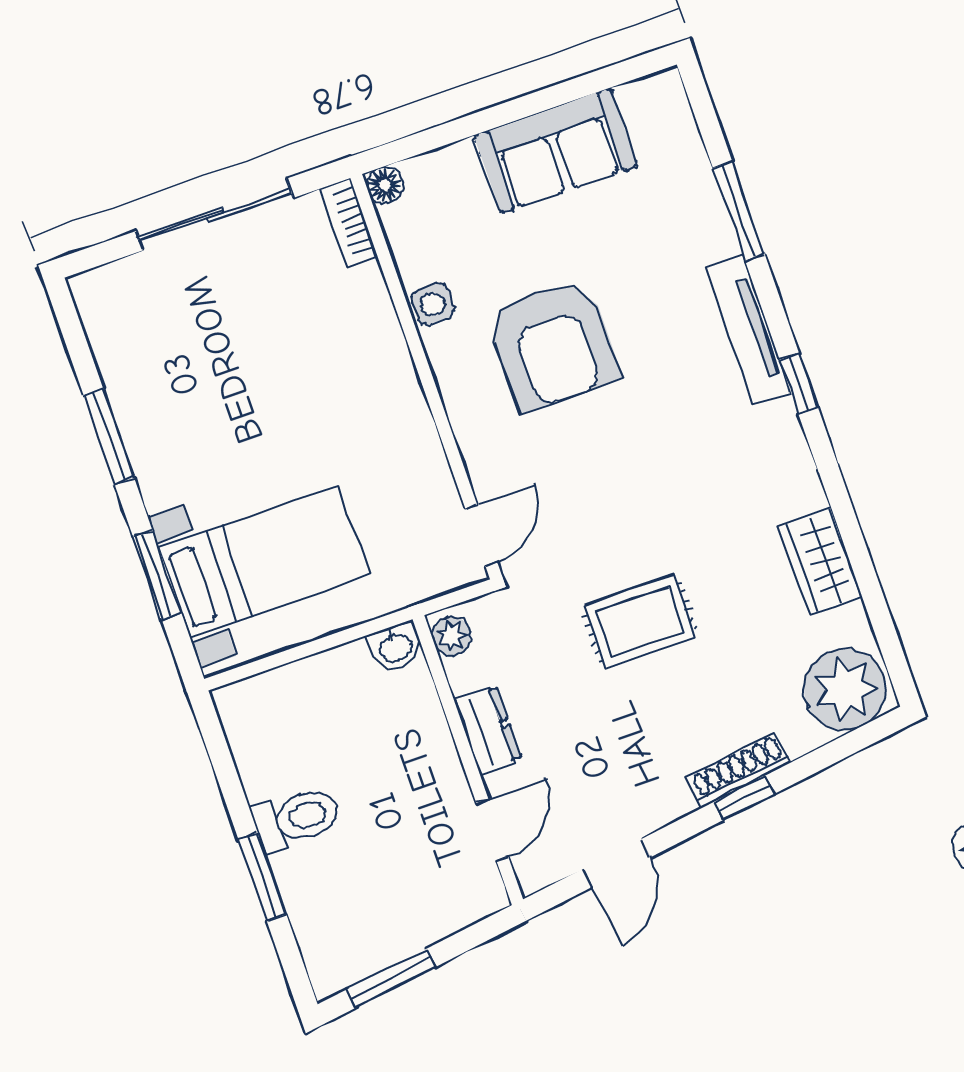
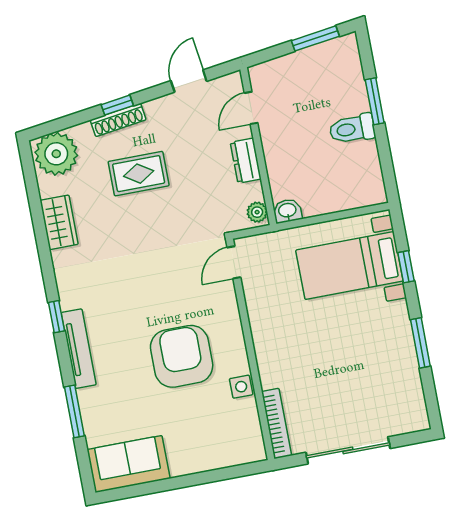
sofa: (556, 151) -> (129, 464), moved
floor lamp: (385, 185) -> (257, 452), removed
bookcase: (348, 223) -> (277, 423), width x1.56
window: (157, 575) -> (406, 267), width x0.67
rug: (640, 622) -> (139, 174), moved

